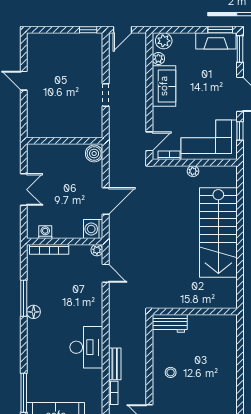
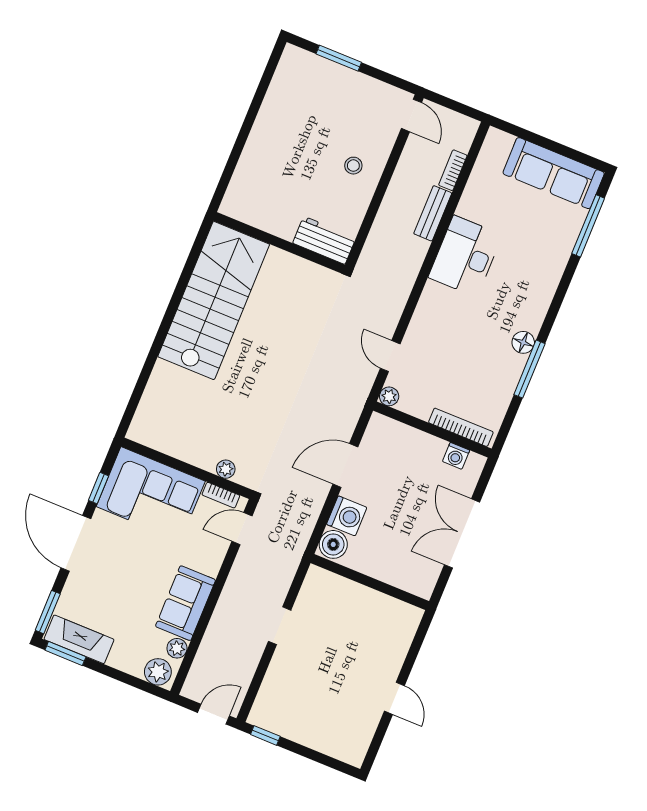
plant: (193, 171) -> (226, 469), moved
double door: (24, 190) -> (462, 533), width x1.37
washing machine: (93, 229) -> (347, 516), moved
stairs: (218, 232) -> (214, 301), moved

